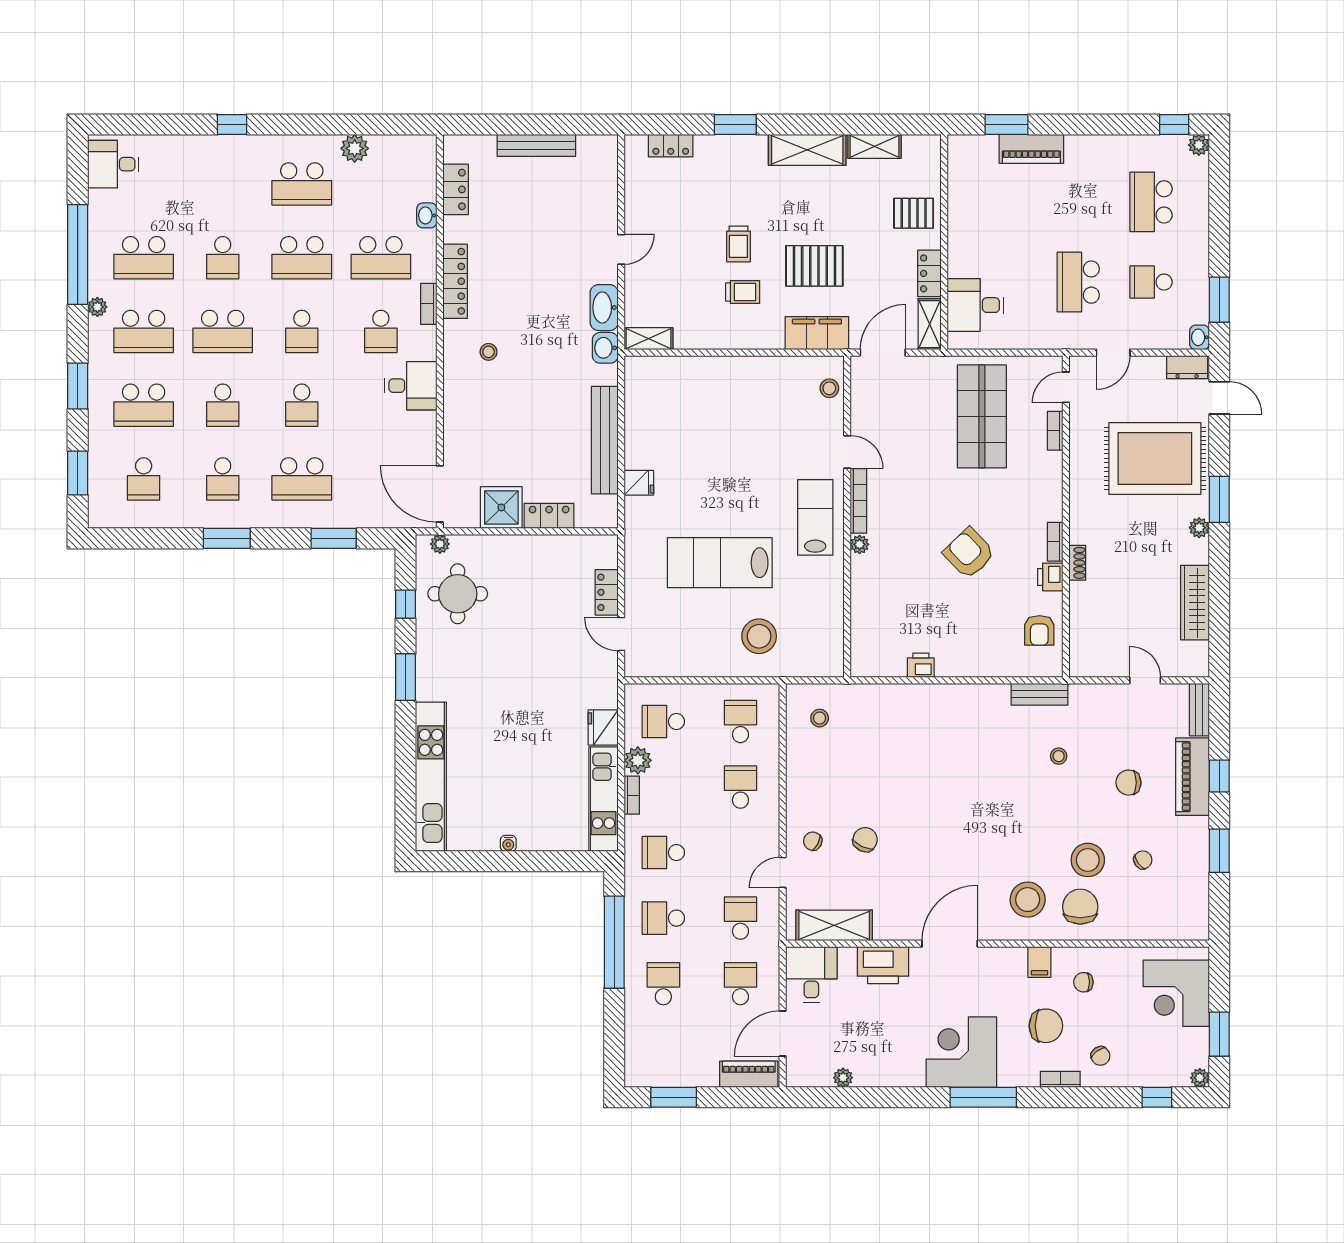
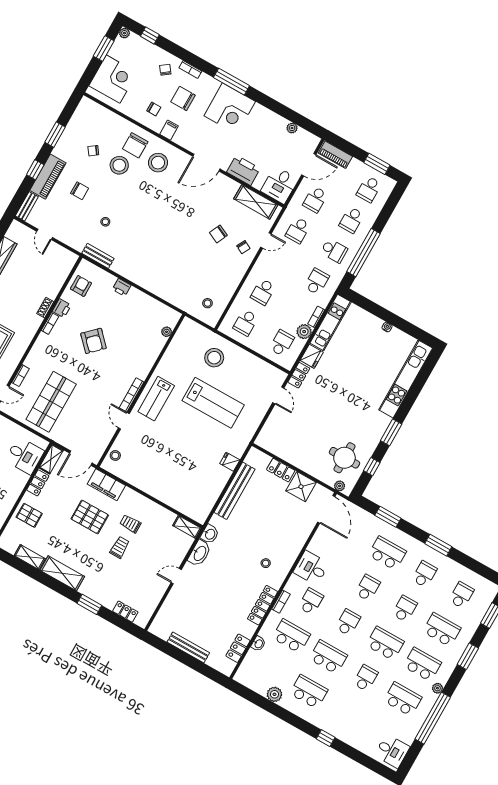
plant: (860, 544) -> (167, 332), moved
locker: (607, 592) -> (299, 375), moved
printer: (921, 665) -> (122, 287), moved
school desk: (663, 721) -> (282, 343), turned -90
school desk: (663, 853) -> (317, 282), turned -90
school desk: (663, 1049) -> (369, 189), added

